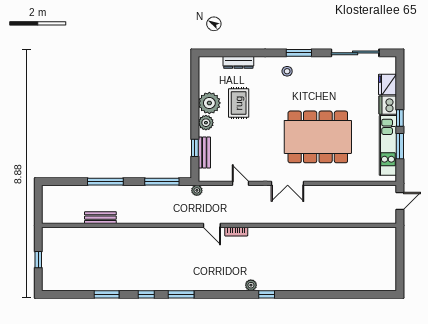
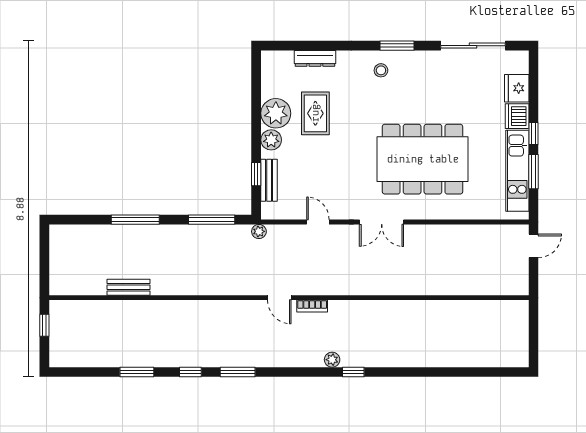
bench: (100, 218) -> (128, 287), moved
door: (212, 225) -> (279, 298), moved
wall: (219, 225) -> (289, 298), moved
bookcase: (236, 232) -> (312, 306), moved

